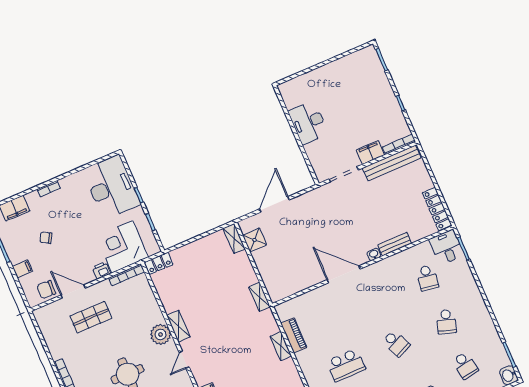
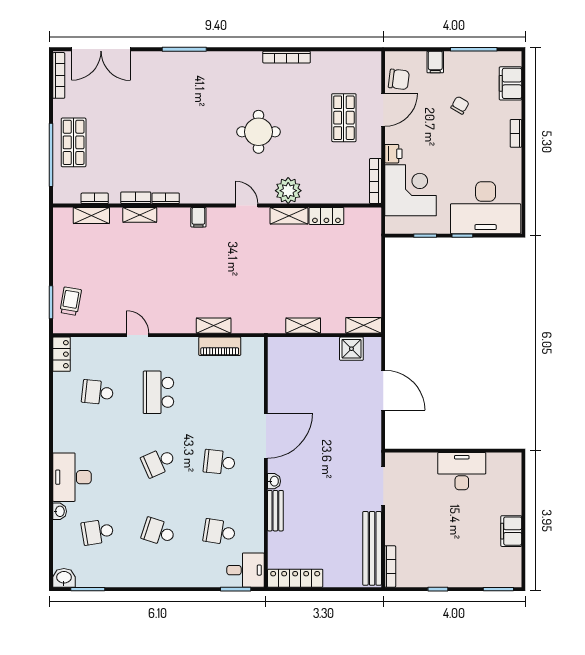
filing cabinet: (370, 152) -> (511, 531), moved, turned 180
locker: (159, 263) -> (326, 216), moved, turned -90
chair: (46, 290) -> (399, 79), turned 95
shelving: (260, 297) -> (303, 326), moved
school desk: (377, 300) -> (219, 462), added

